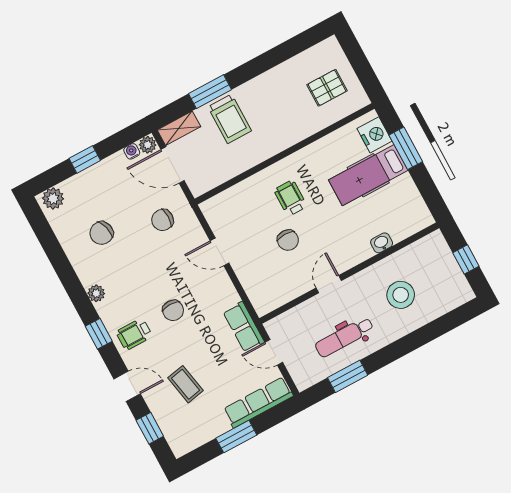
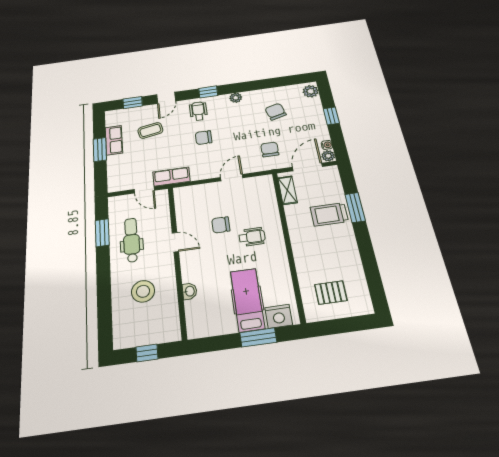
pallet: (327, 88) -> (331, 293), turned 90
shelving: (179, 128) -> (287, 190), moved
door: (274, 352) -> (144, 190), swing flipped
row of seats: (258, 402) -> (114, 140), moved, width x0.68

